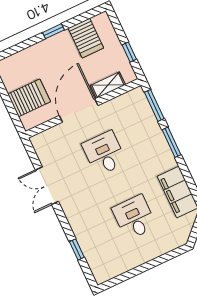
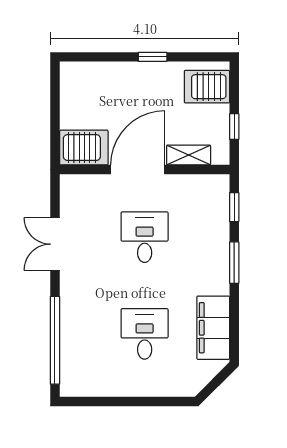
server rack: (86, 38) -> (207, 87), moved, turned 90
server rack: (29, 98) -> (84, 148), moved
window: (154, 105) -> (234, 207), width x0.67
window: (77, 249) -> (55, 340), width x3.17

